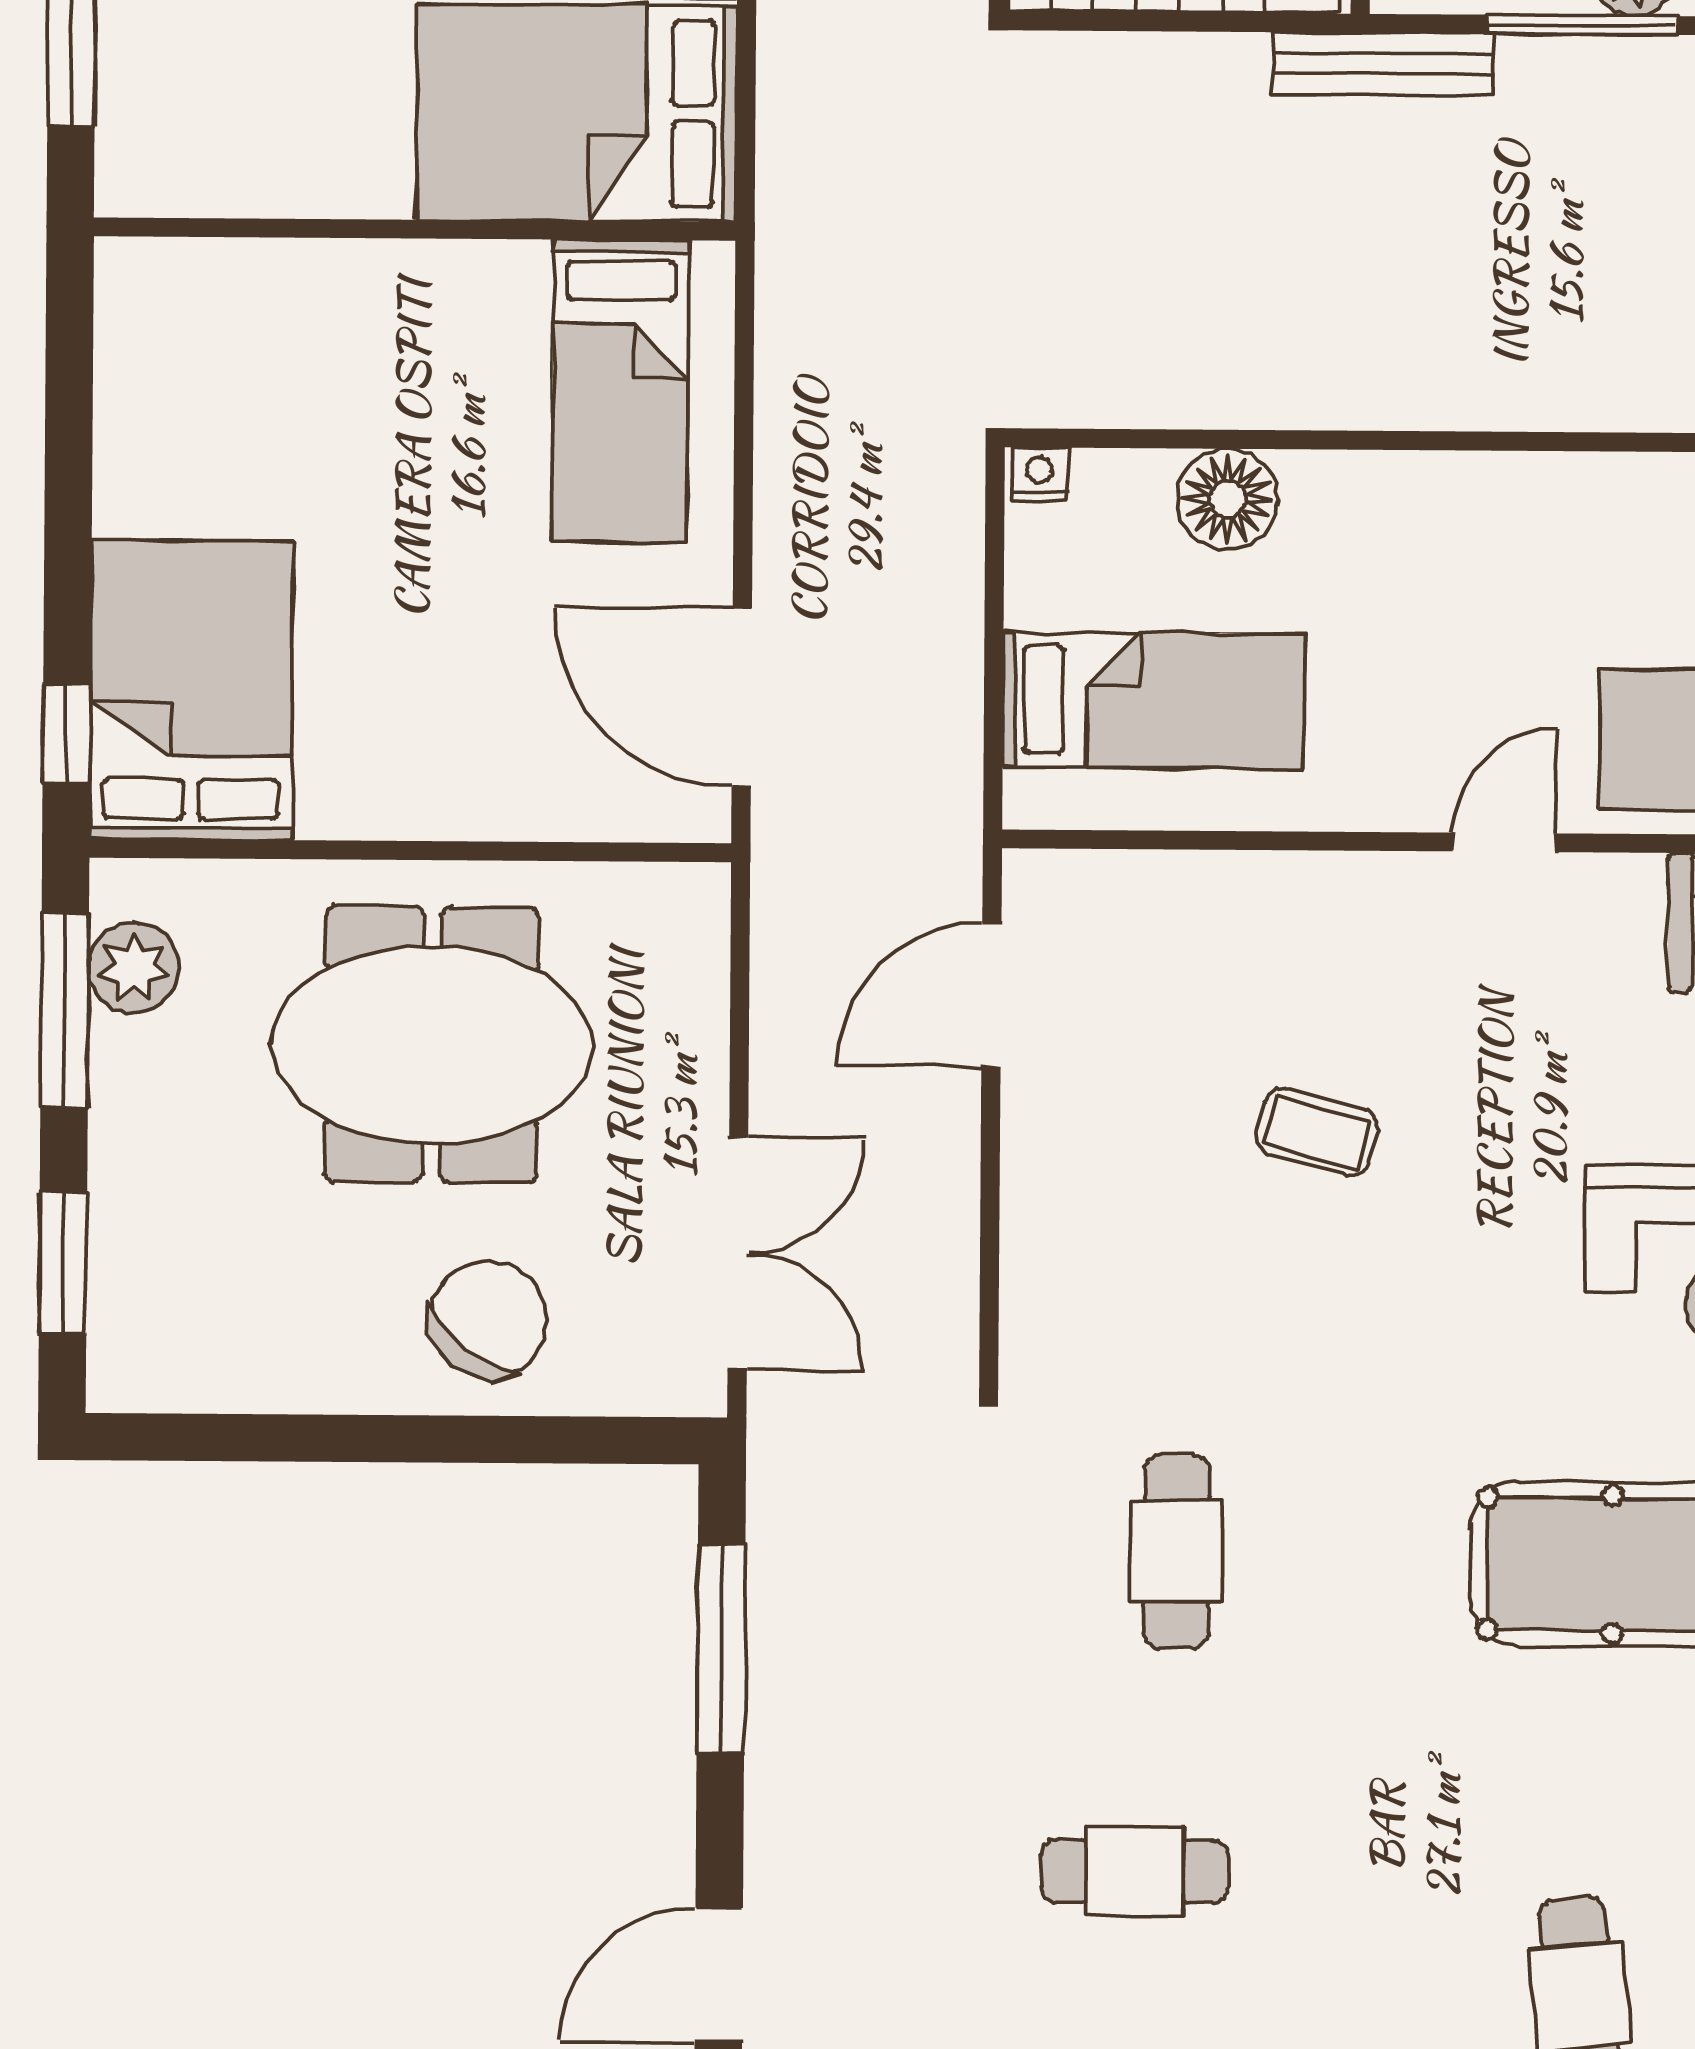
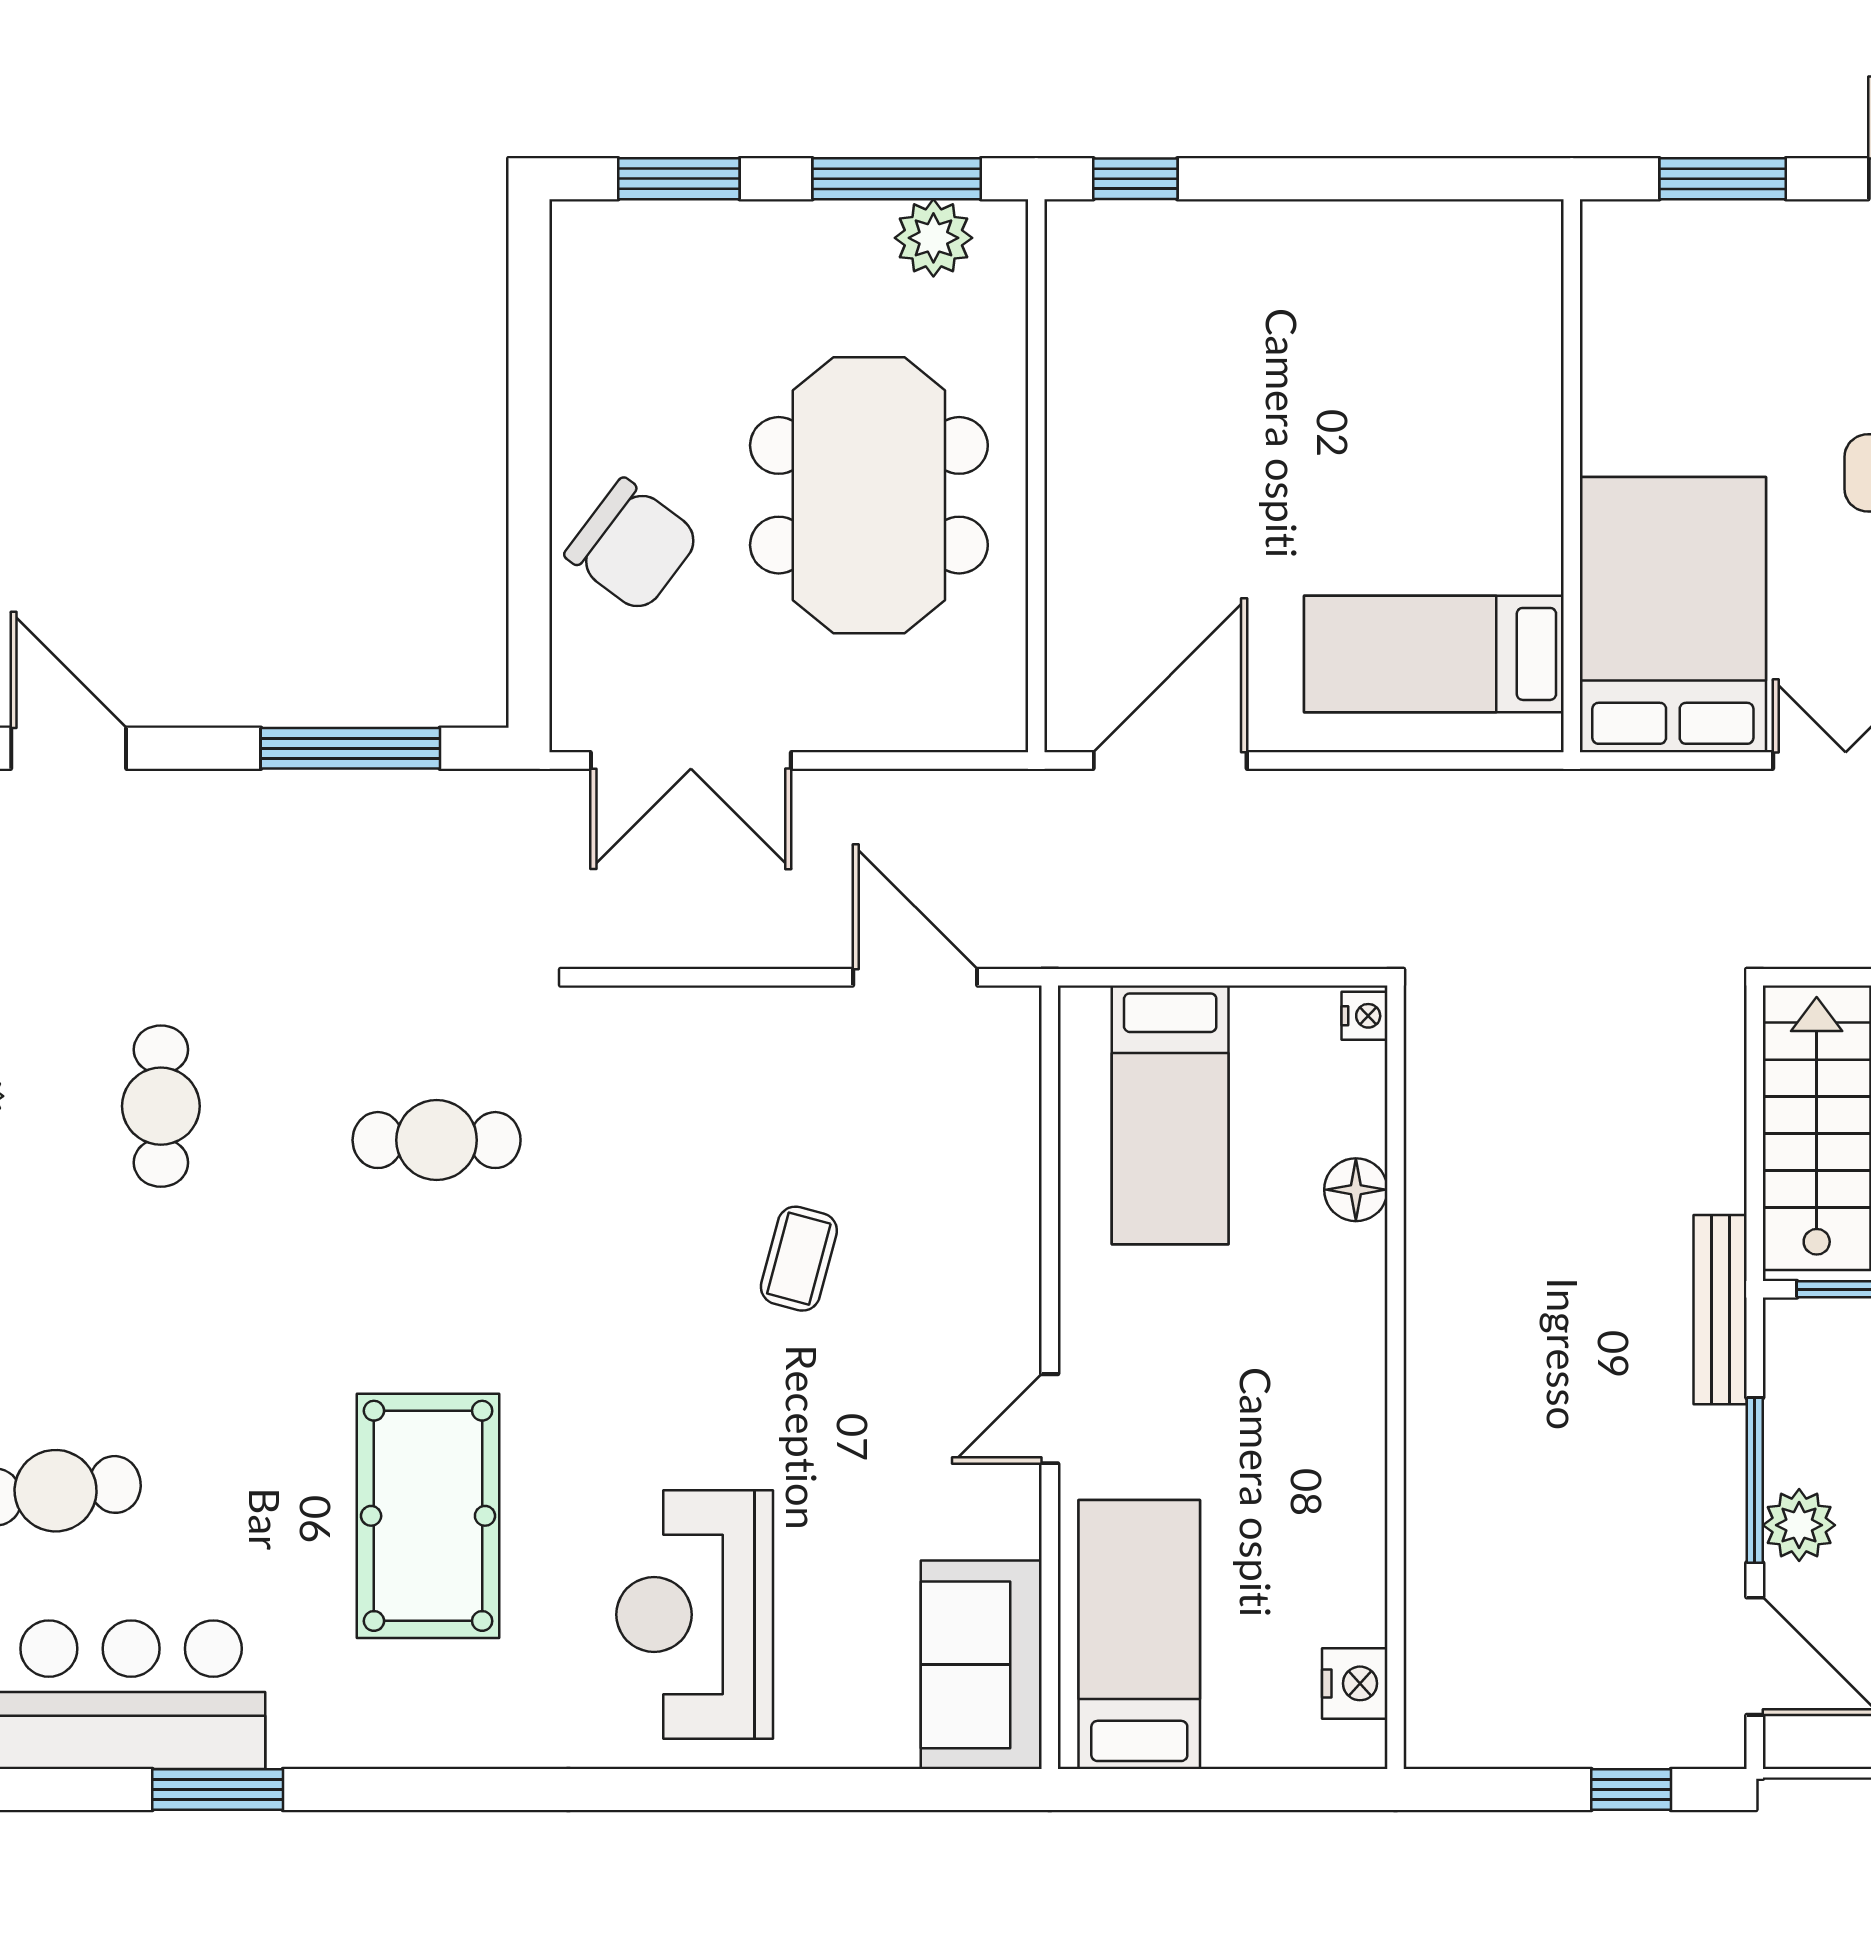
floor lamp: (1228, 499) -> (1356, 1190), width x0.73, depth x0.73
bed: (191, 690) -> (1173, 286), removed
door: (1505, 842) -> (1050, 1419), swing flipped

